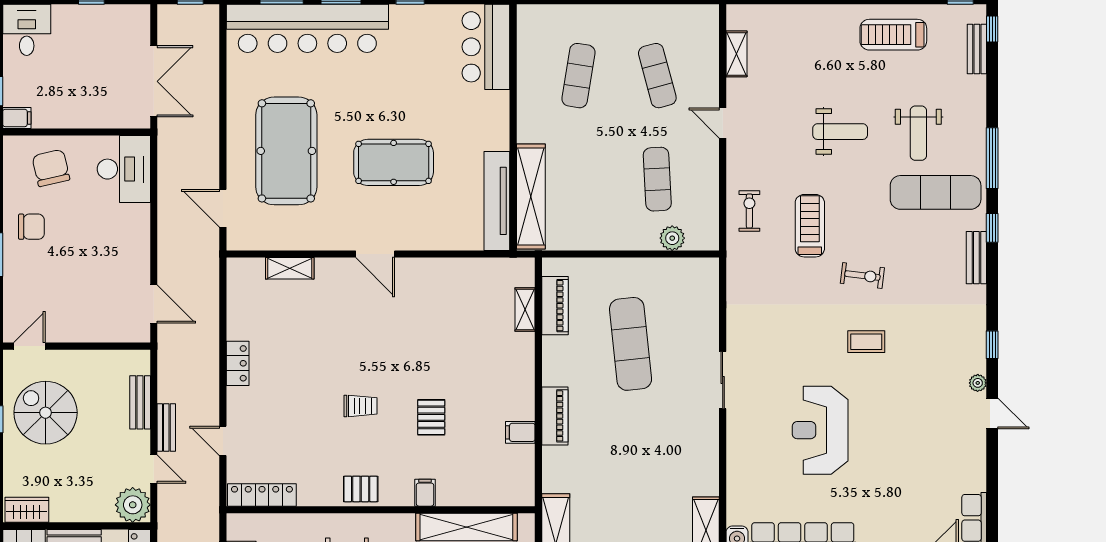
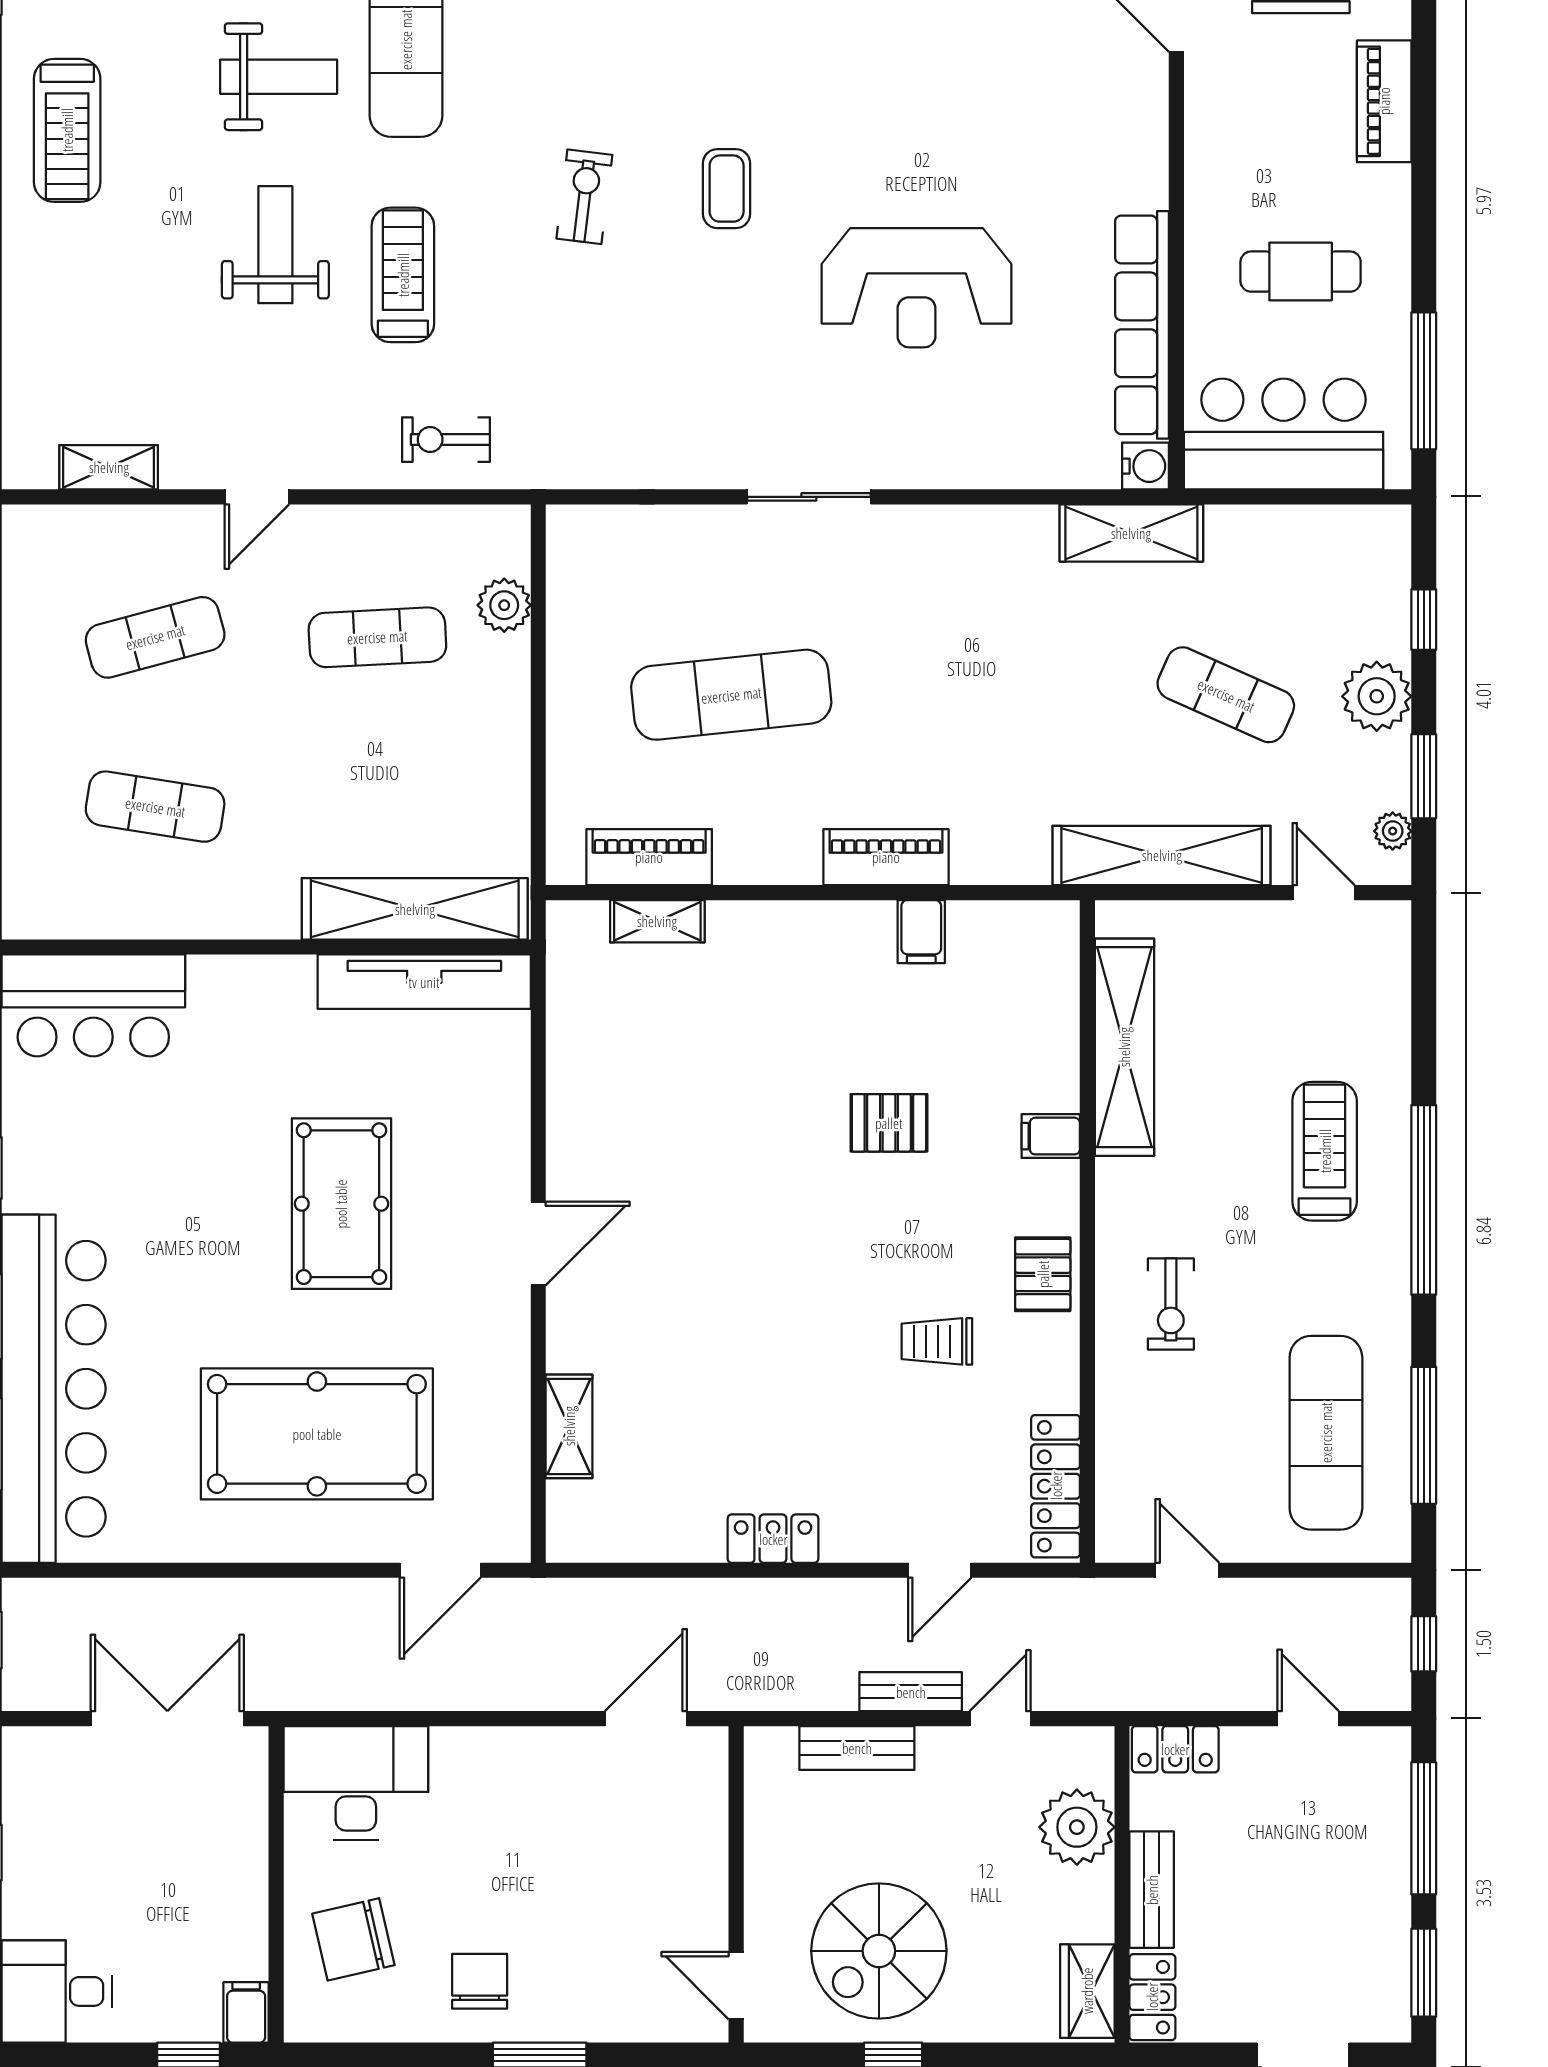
treadmill: (810, 226) -> (403, 275), moved, turned 90
trolley: (360, 406) -> (937, 1341), moved, turned -90
plant: (133, 505) -> (1077, 1827), moved

